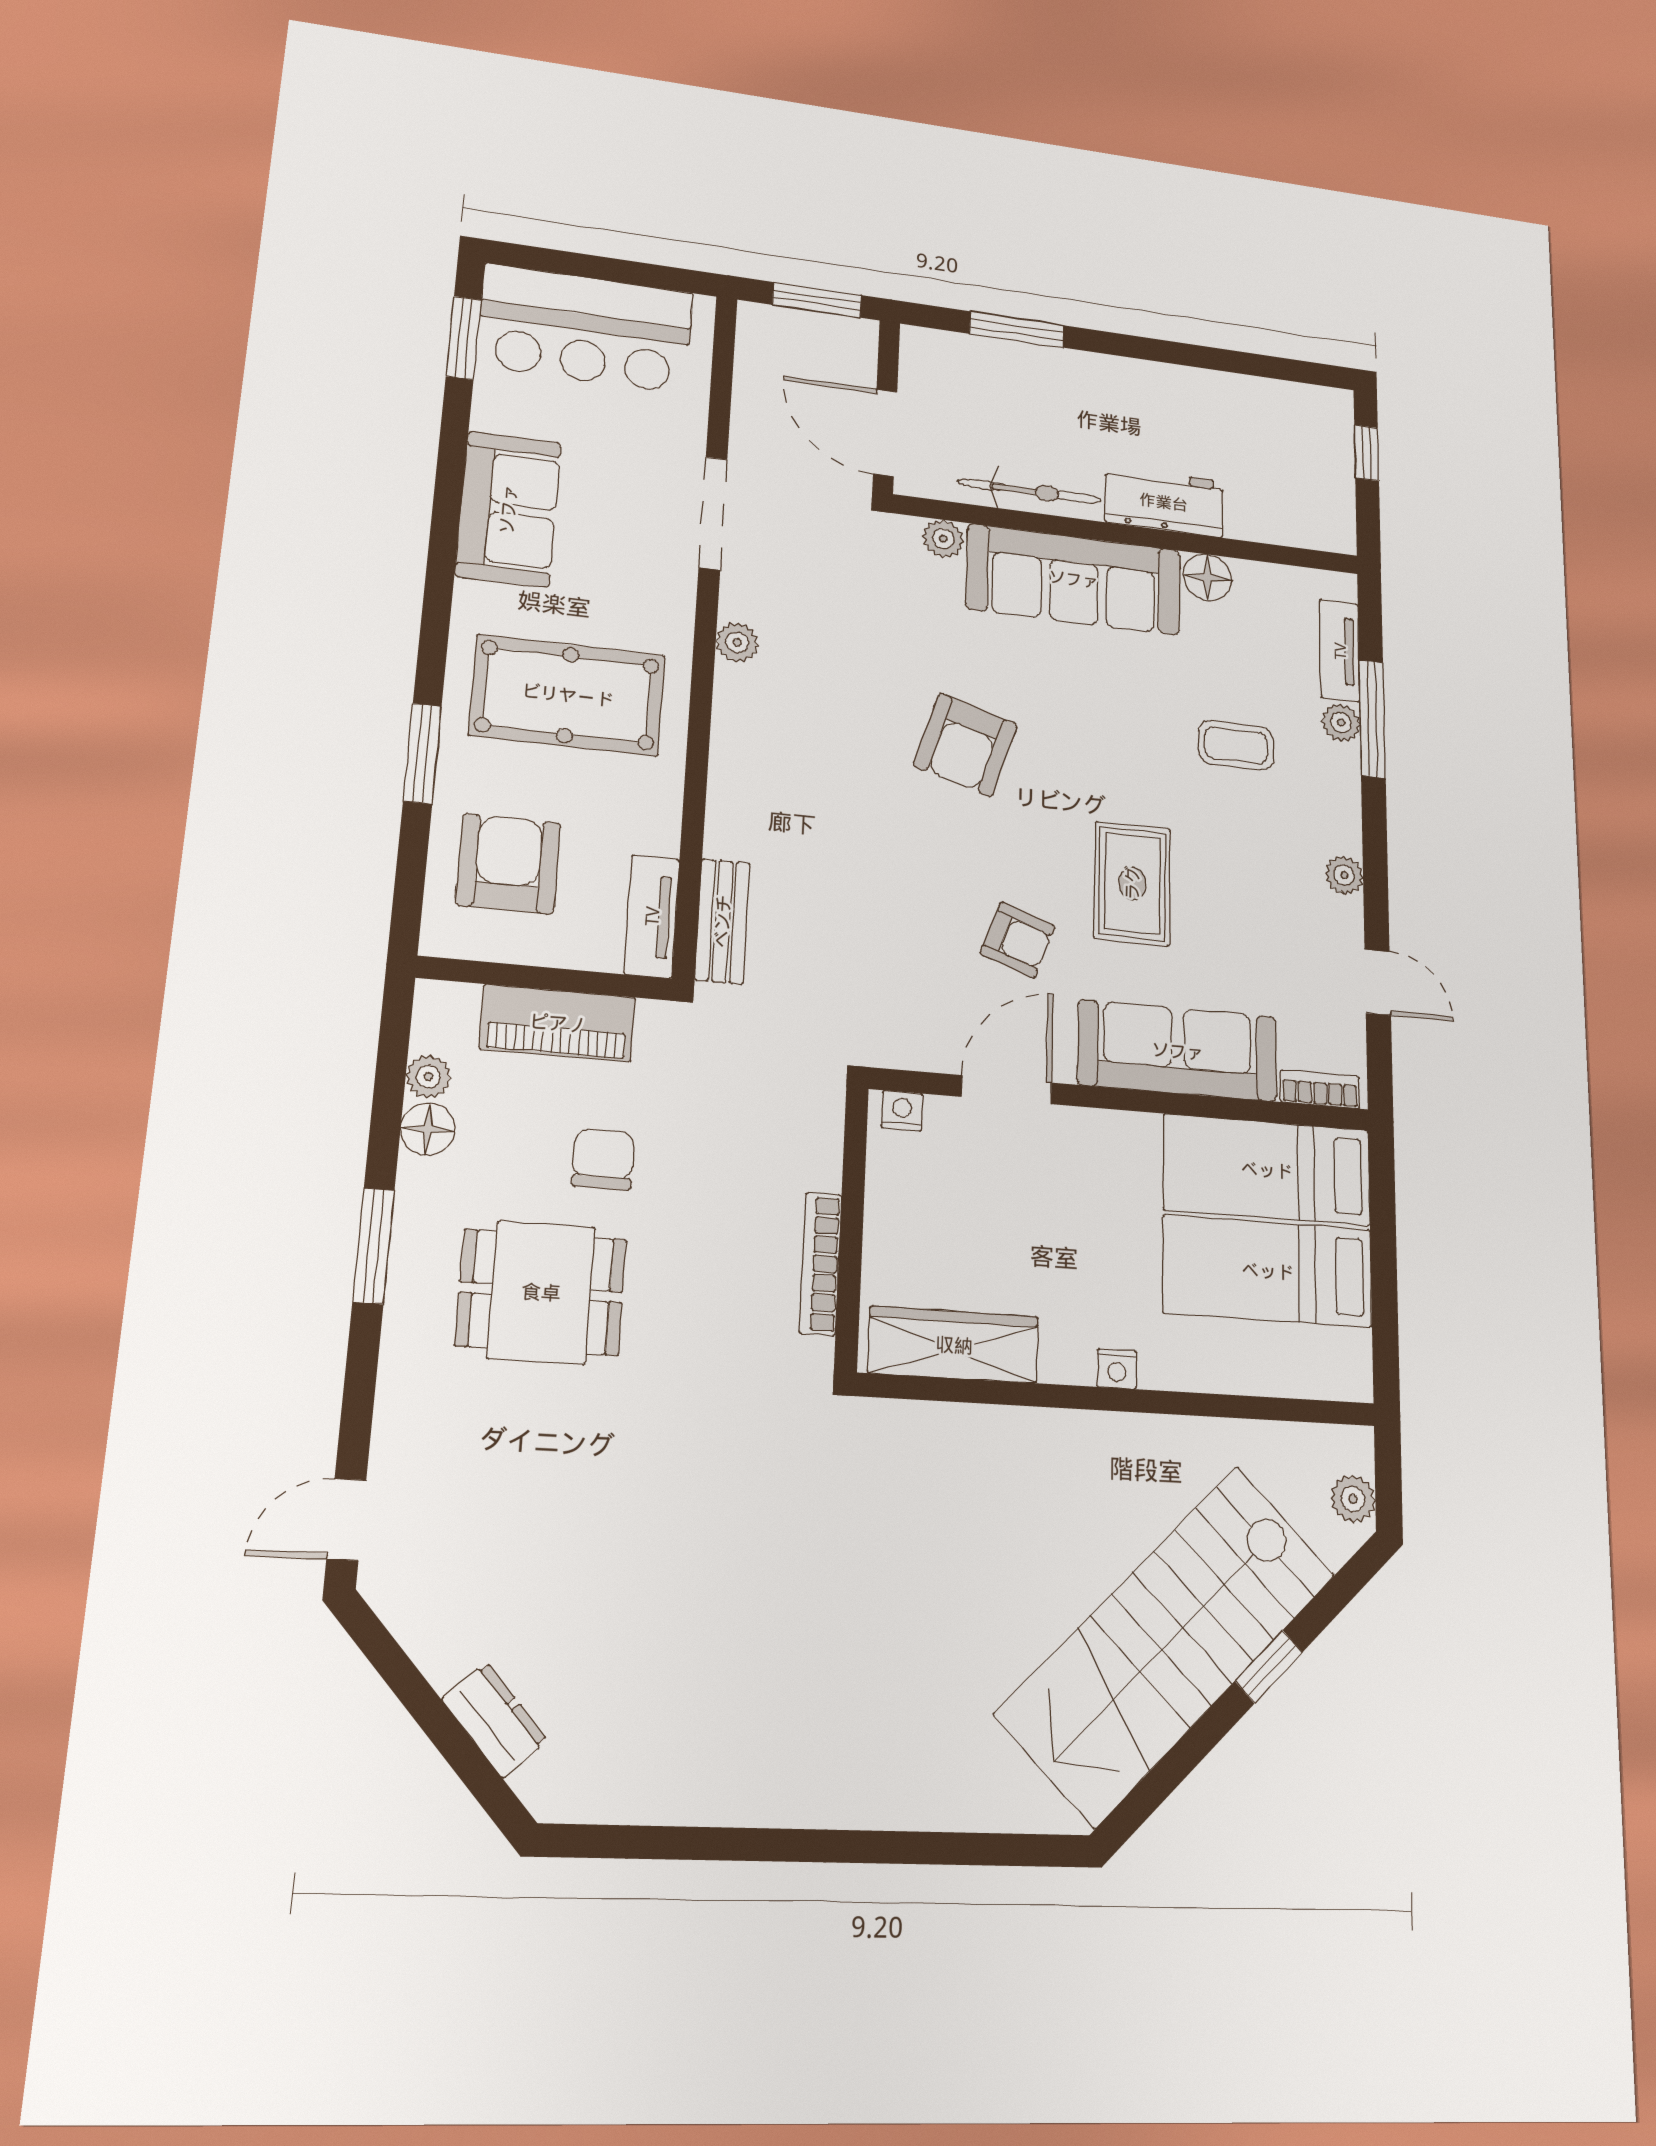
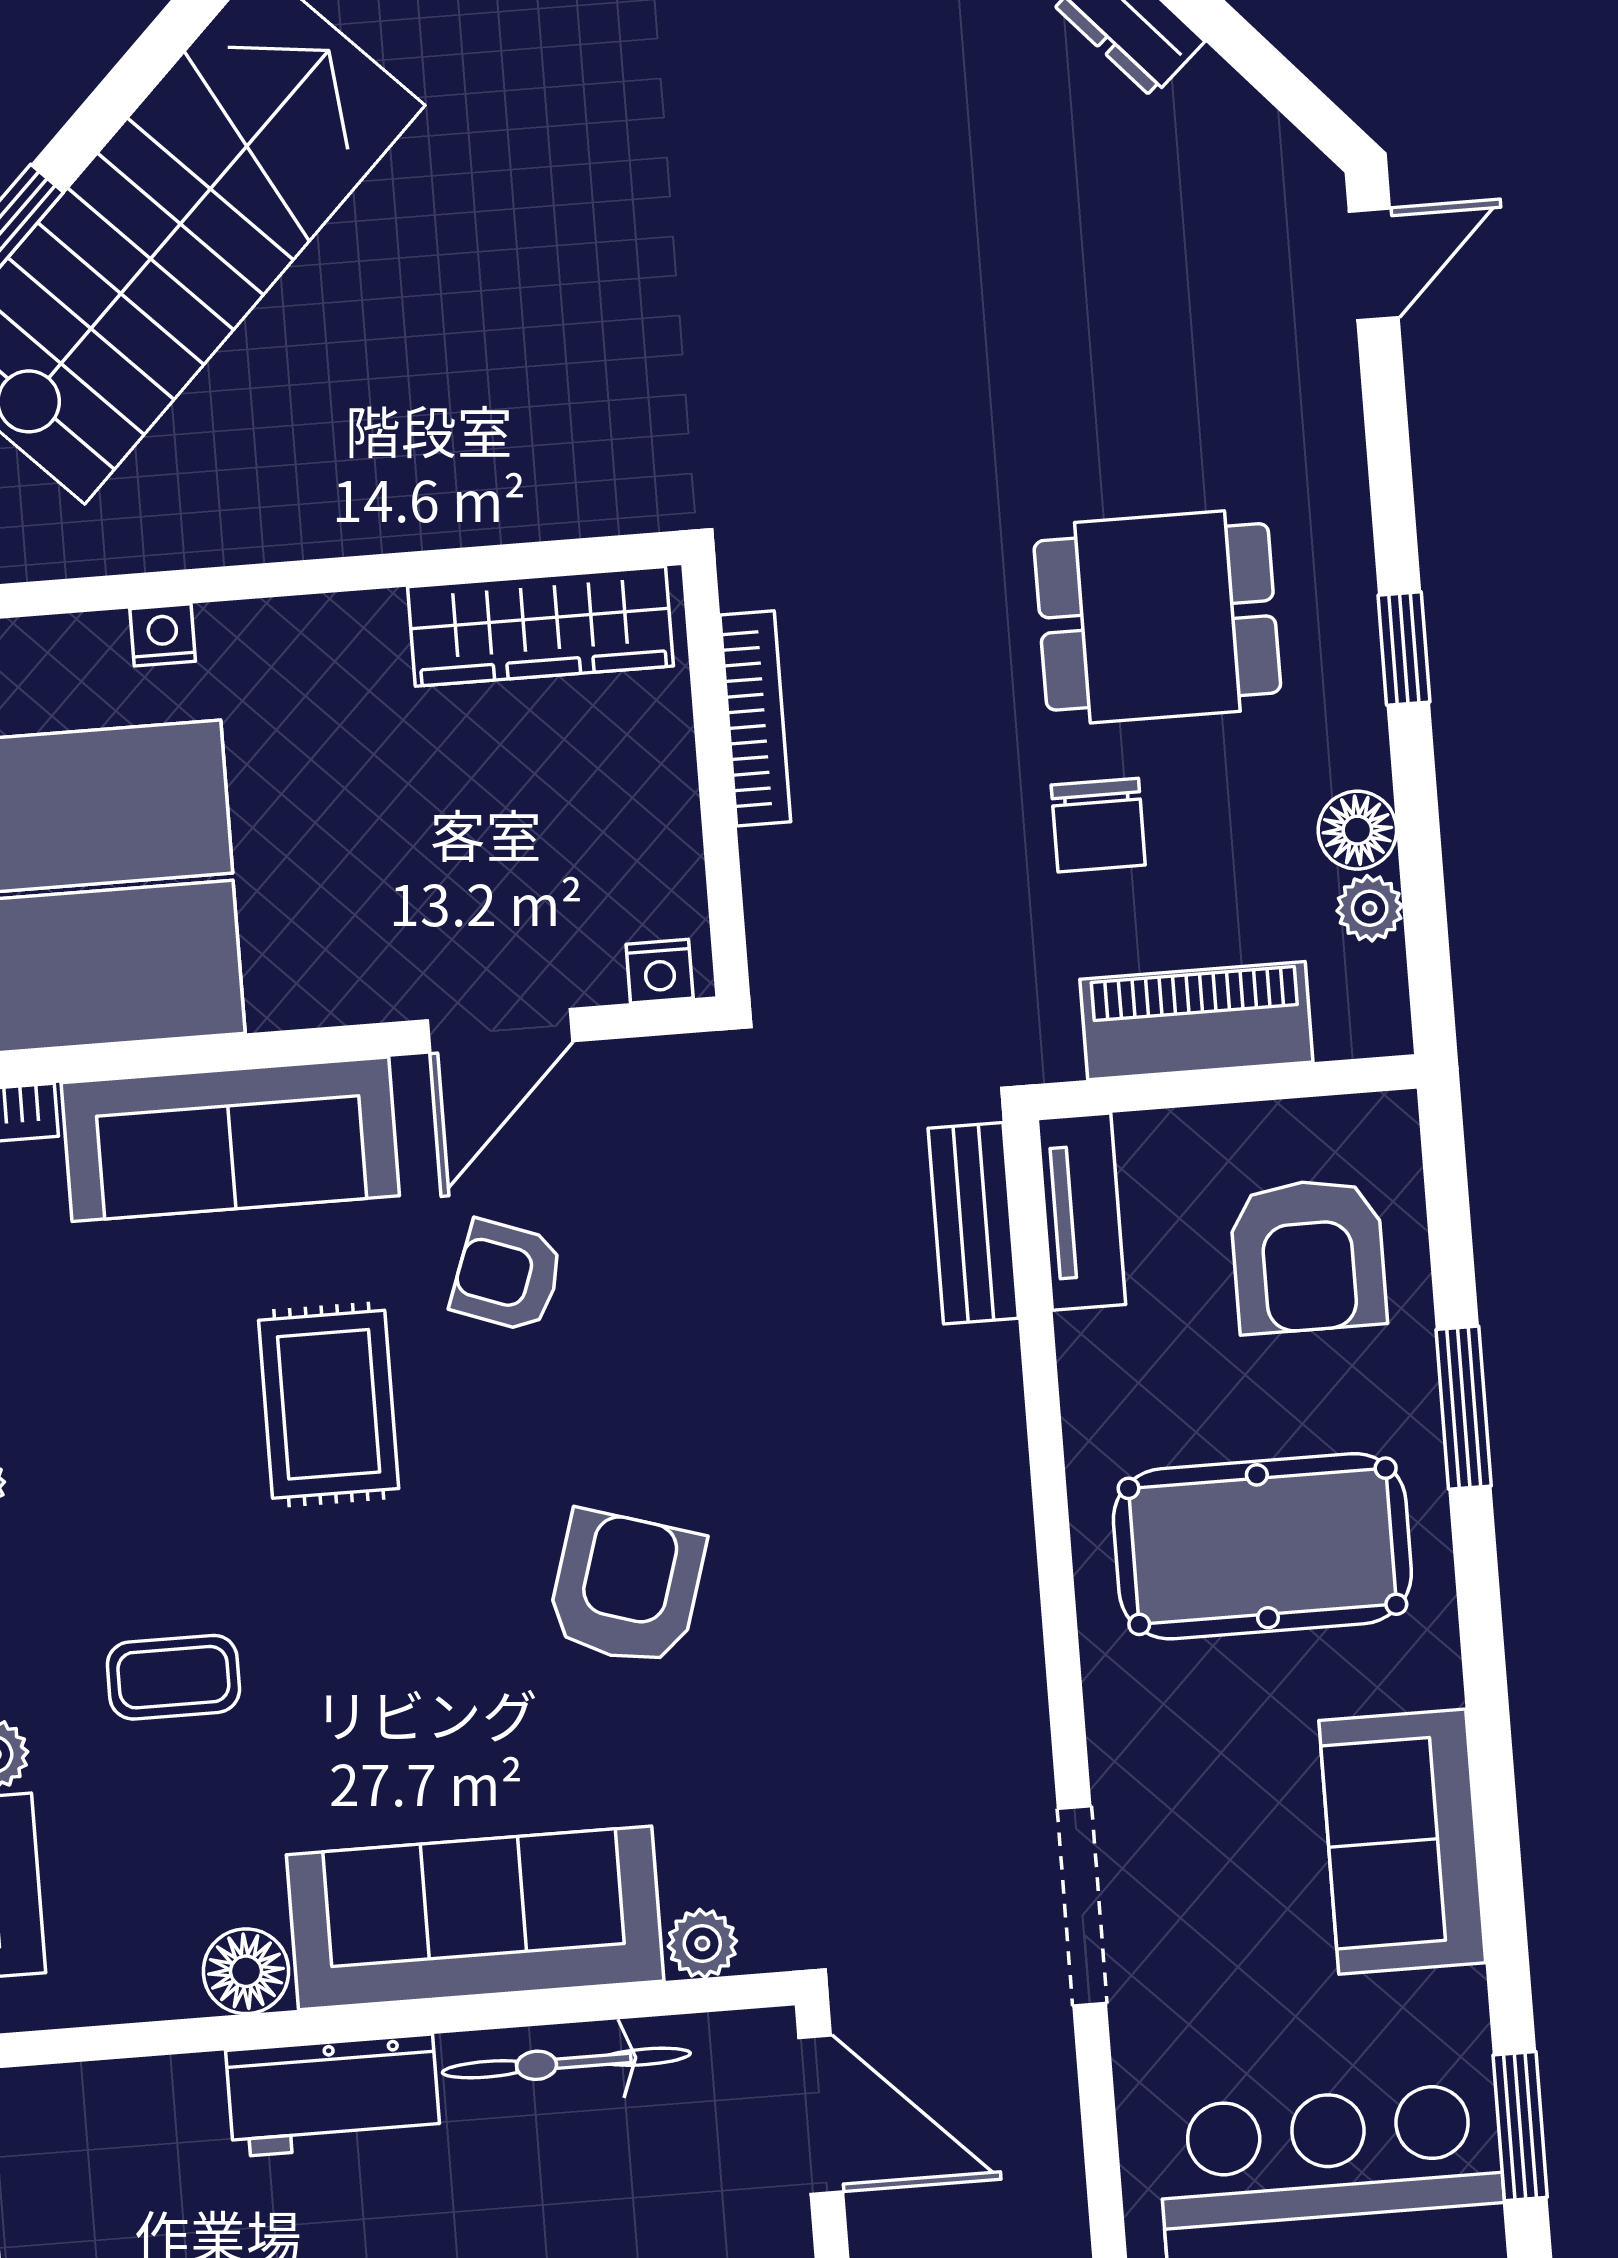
plant: (737, 642) -> (1013, 1690), removed
window: (374, 1246) -> (1404, 649), width x0.67
nightstand: (1117, 1369) -> (163, 635), moved

